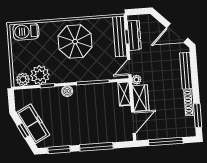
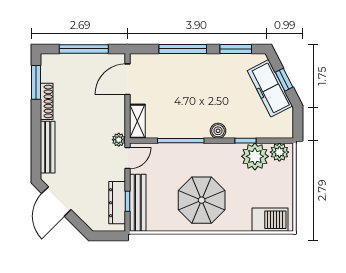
door: (177, 33) -> (56, 201), swing flipped
wardrobe: (141, 98) -> (115, 113), removed

